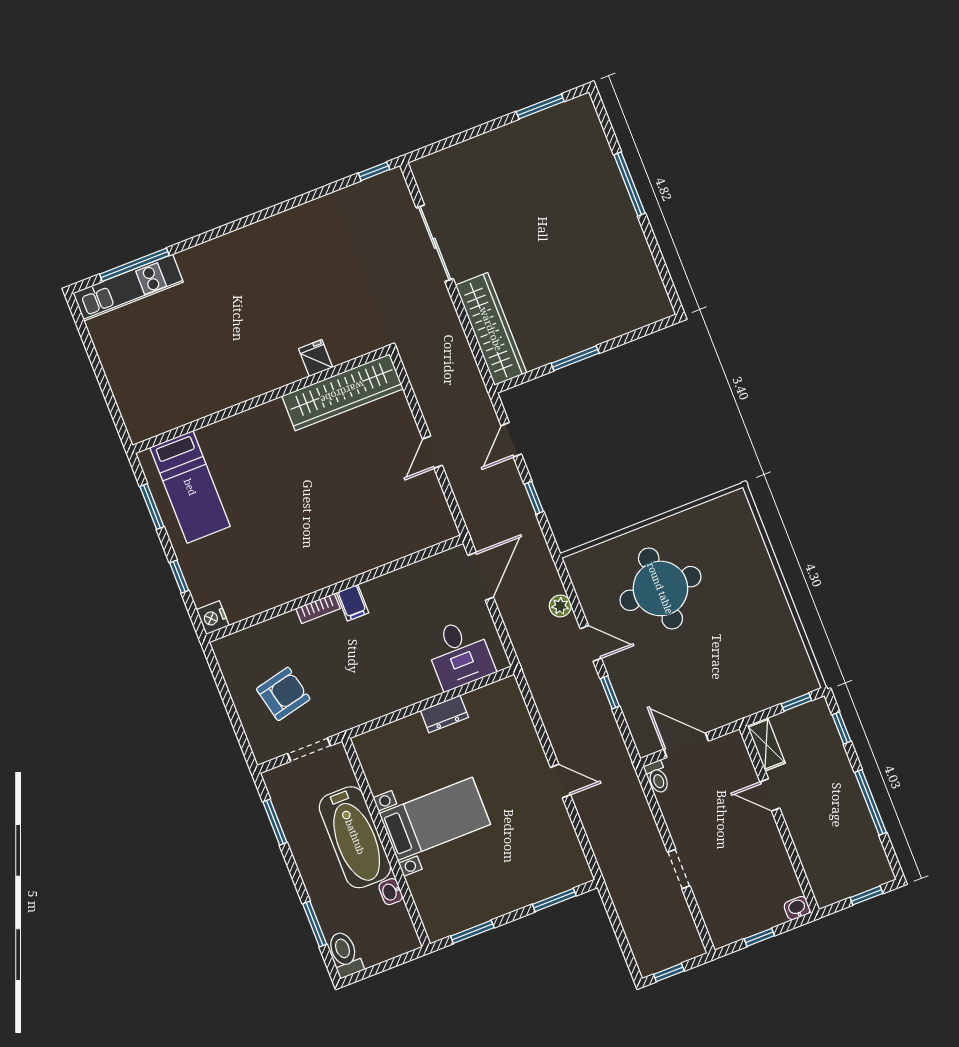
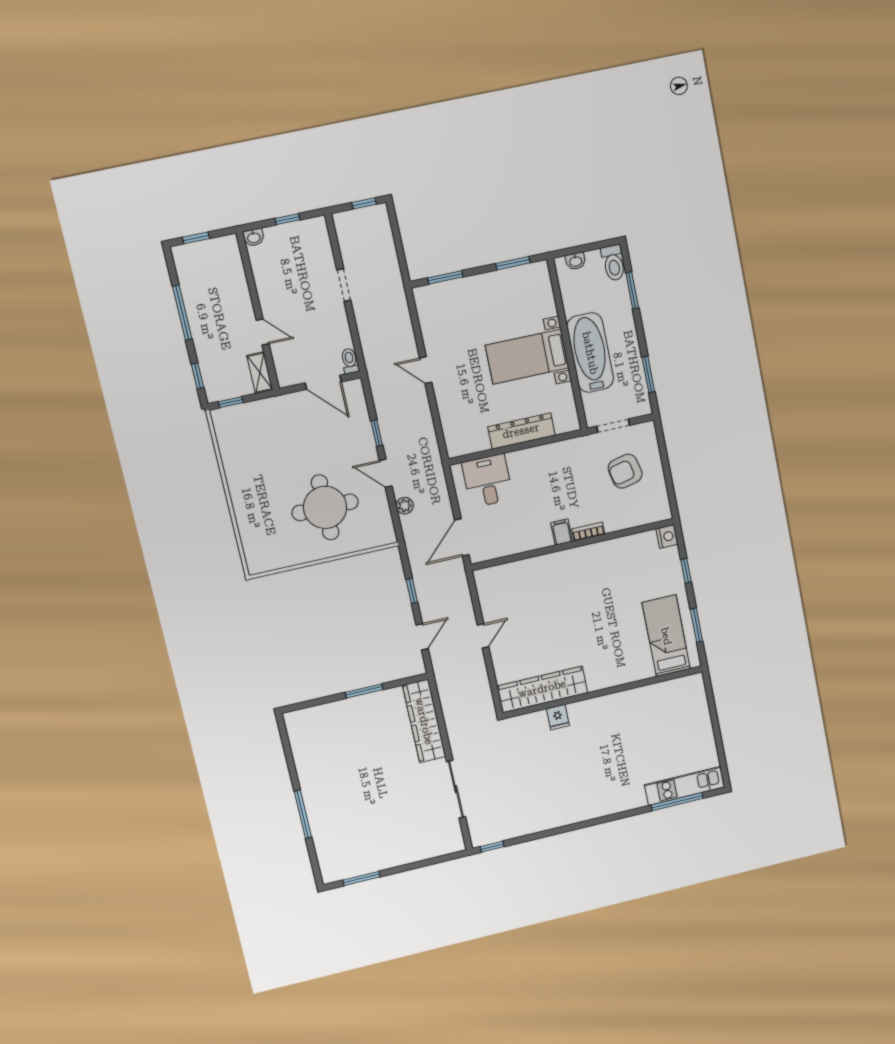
dresser: (444, 714) -> (521, 431), width x1.96, depth x1.24
washbasin: (391, 892) -> (576, 261), moved, turned 90

